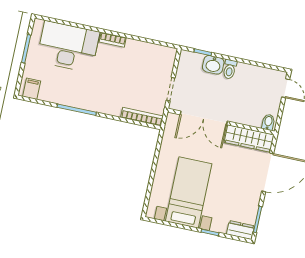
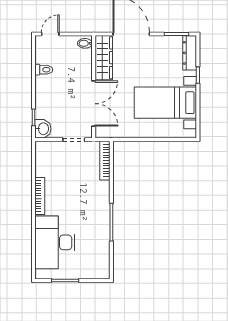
bookcase: (113, 40) -> (40, 196), width x1.56
washbasin: (213, 65) -> (43, 129), moved
toilet: (230, 69) -> (44, 70), moved
filing cabinet: (32, 89) -> (101, 268), removed
dresser: (240, 230) -> (190, 53), width x1.44

